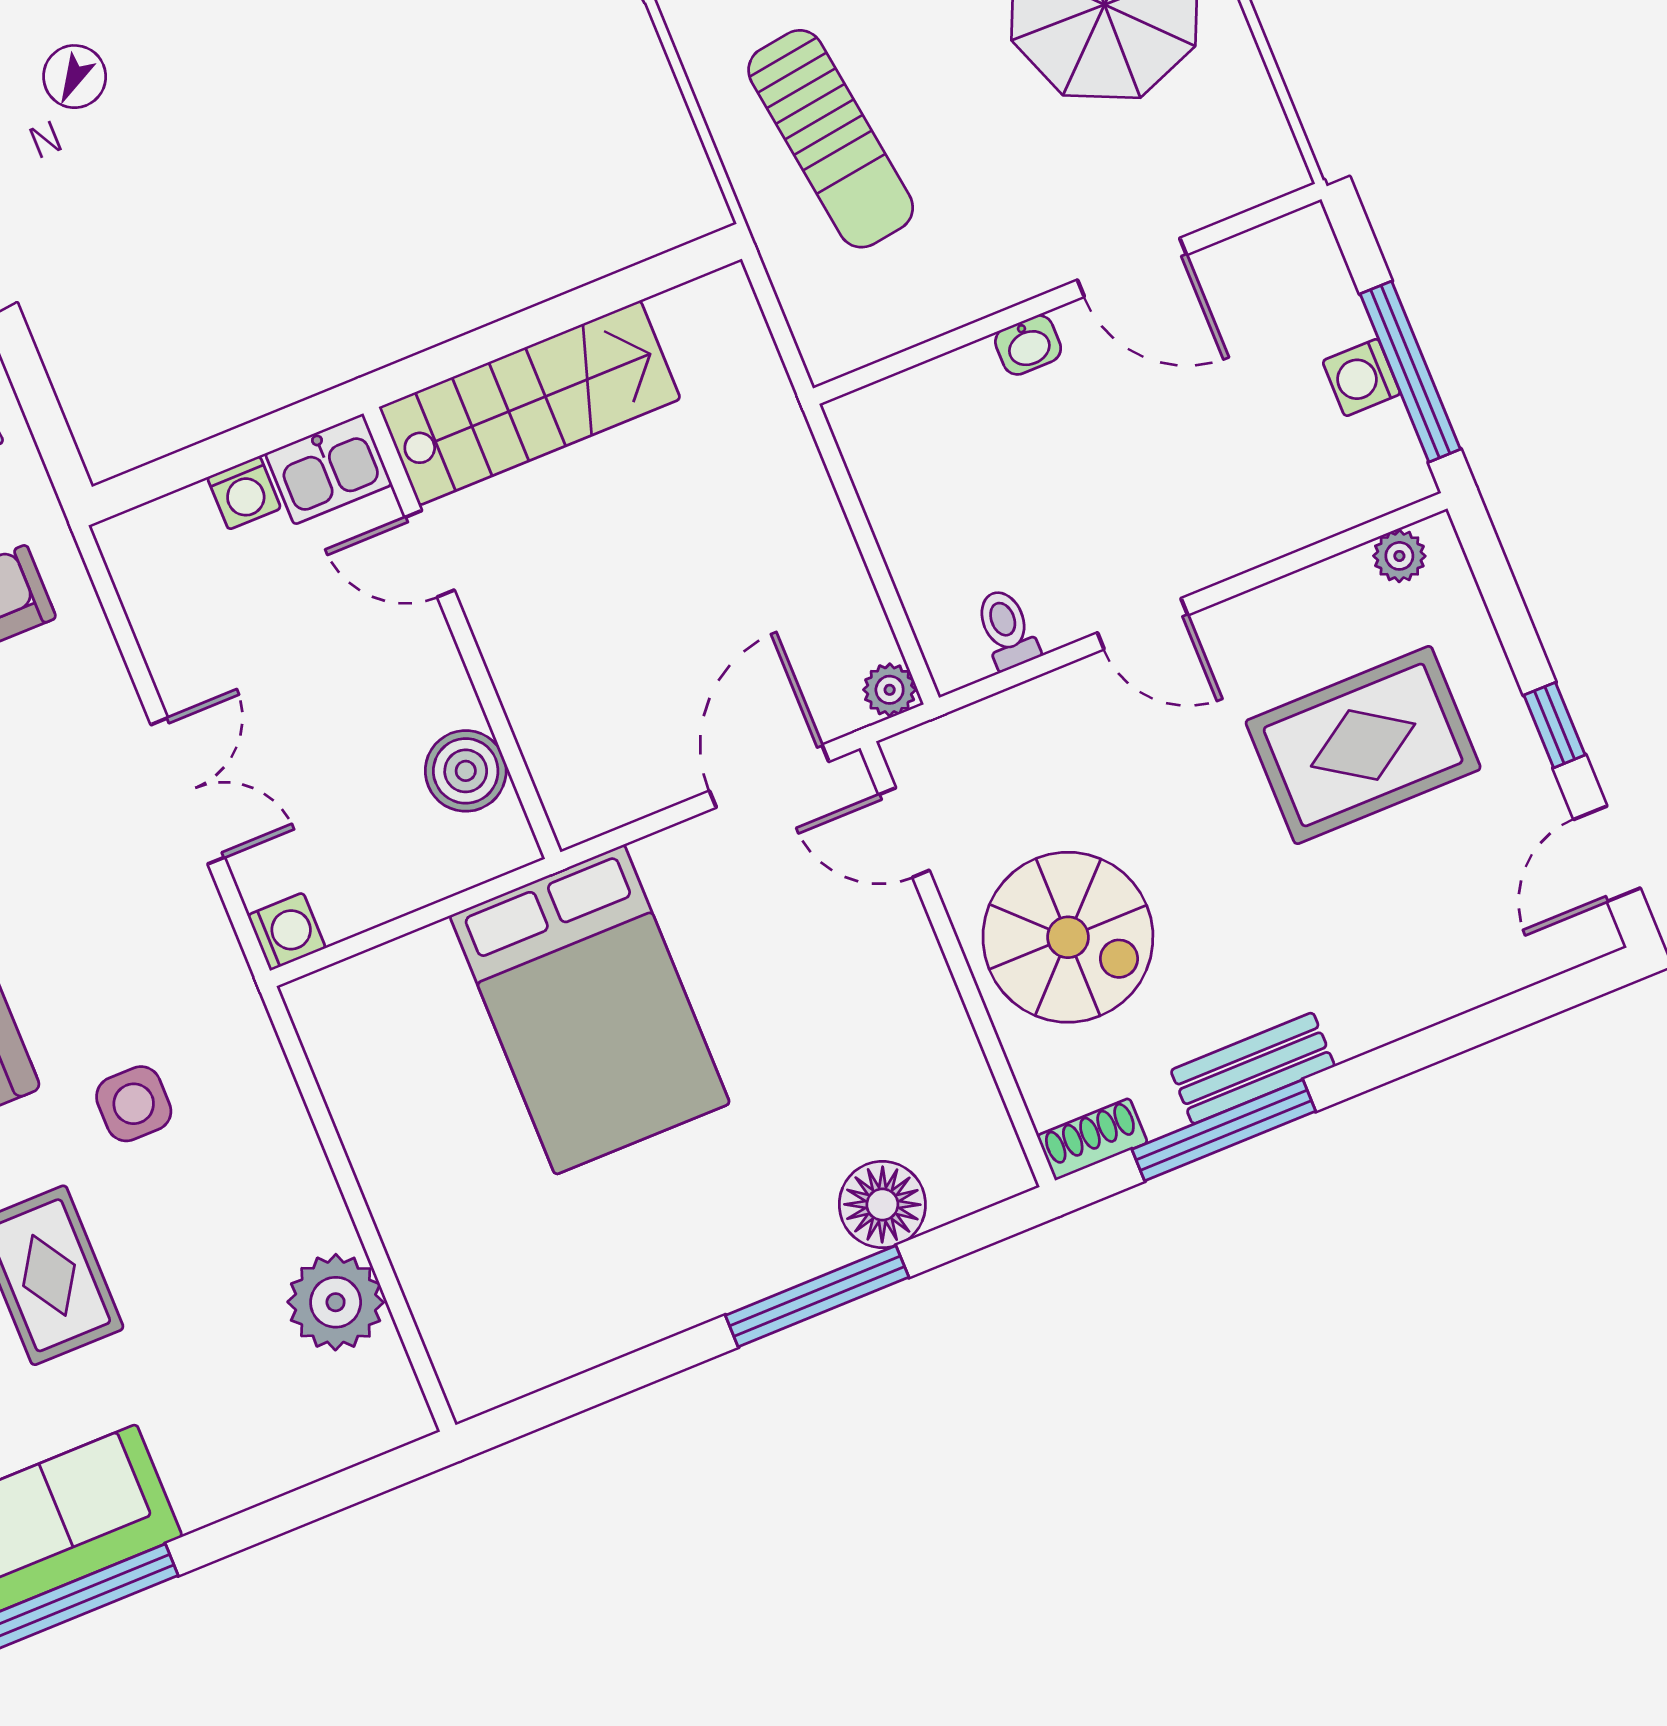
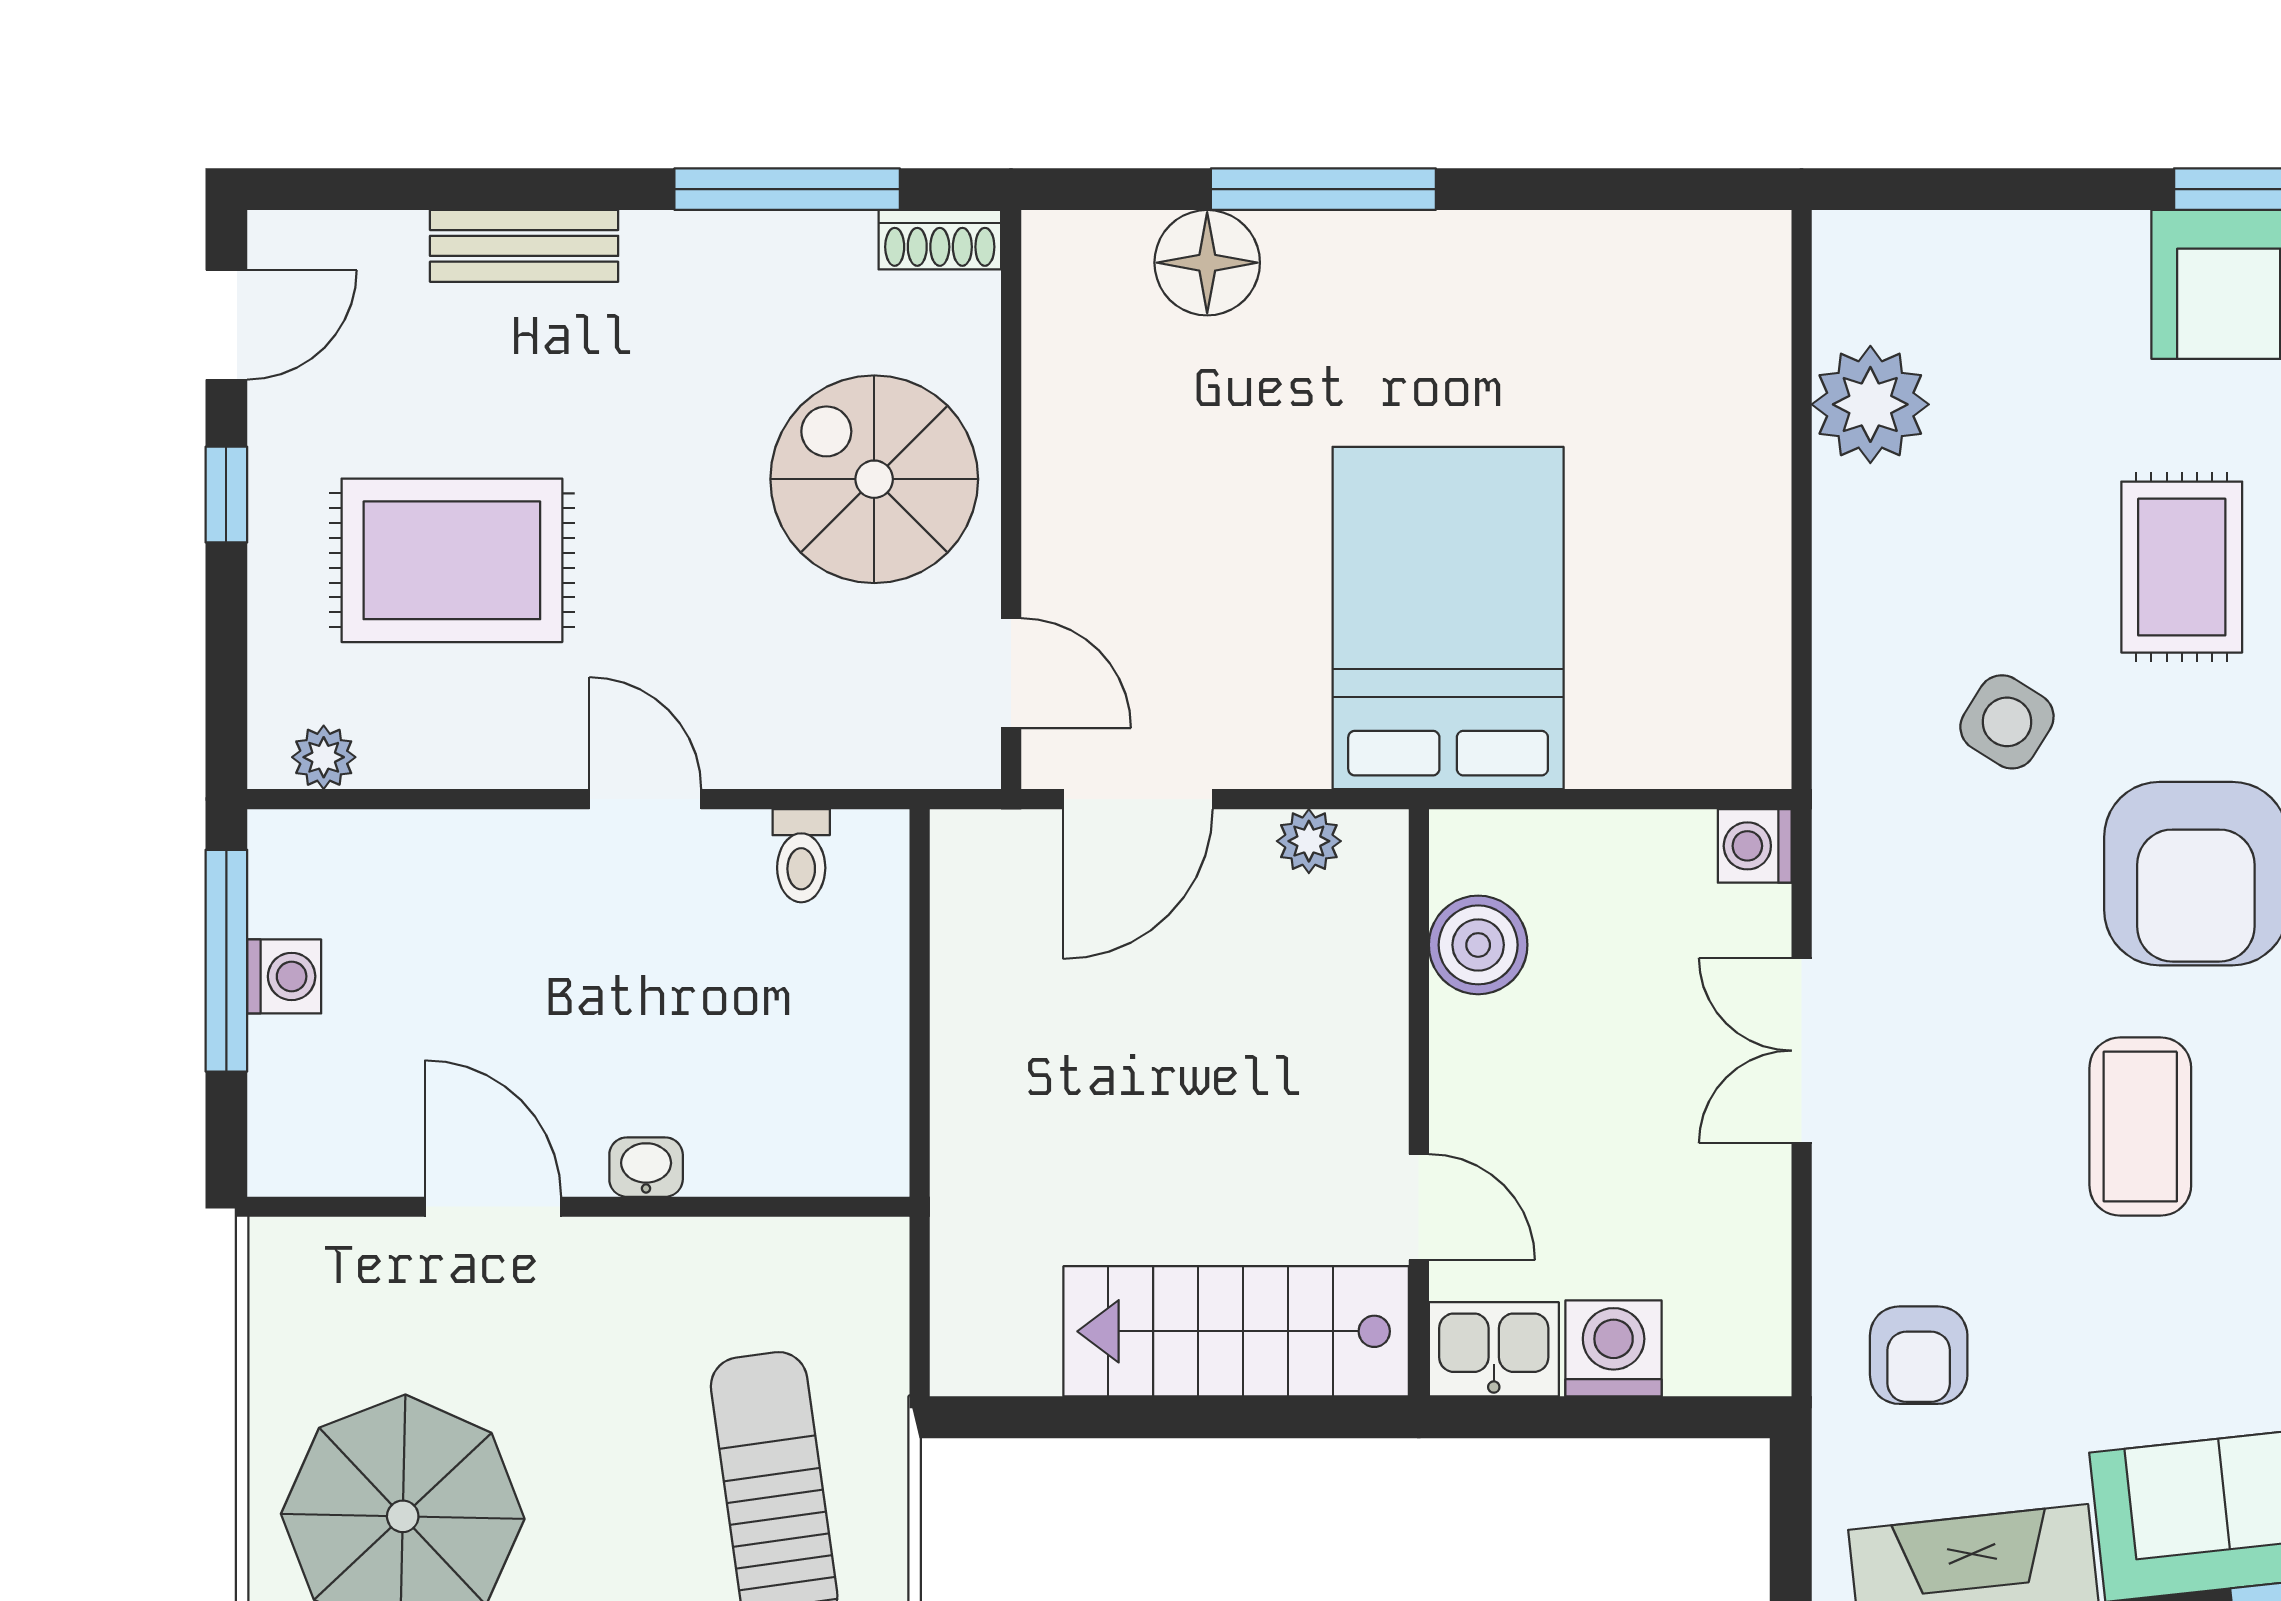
washing machine: (244, 493) -> (1614, 1348), width x1.38, depth x1.38
plant: (890, 690) -> (1309, 841), moved
bench: (1253, 1068) -> (524, 246), moved
side table: (134, 1104) -> (2007, 722), turned 32

